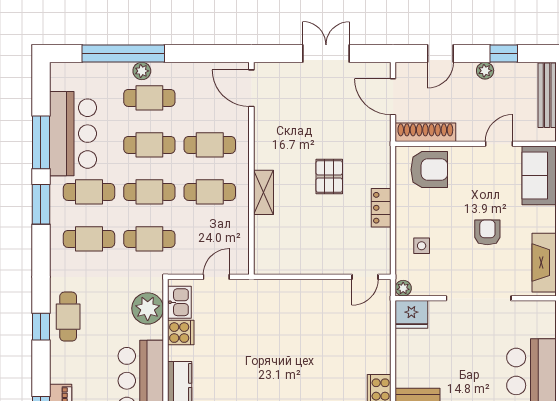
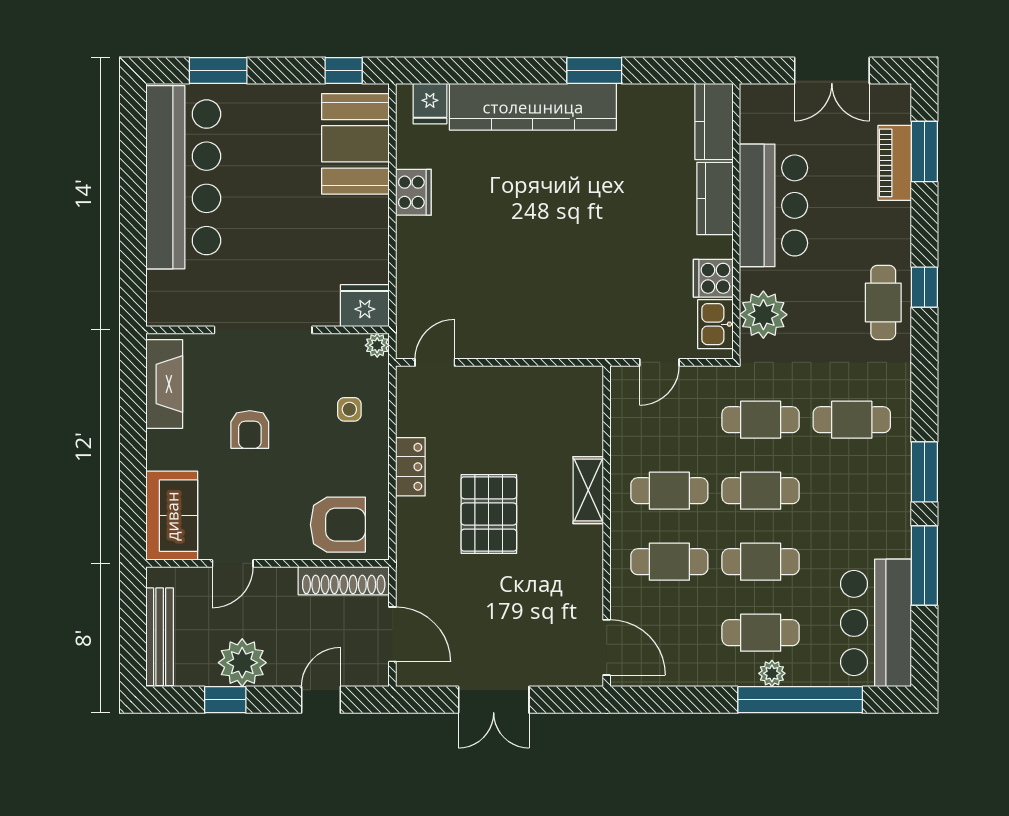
plant: (485, 71) -> (242, 663), width x1.88, depth x1.88
bar counter: (73, 134) -> (876, 623), moved
armchair: (429, 170) -> (338, 525), turned 180
pallet: (329, 176) -> (489, 514), width x1.50, depth x1.42
cafe table: (89, 192) -> (852, 491), removed

